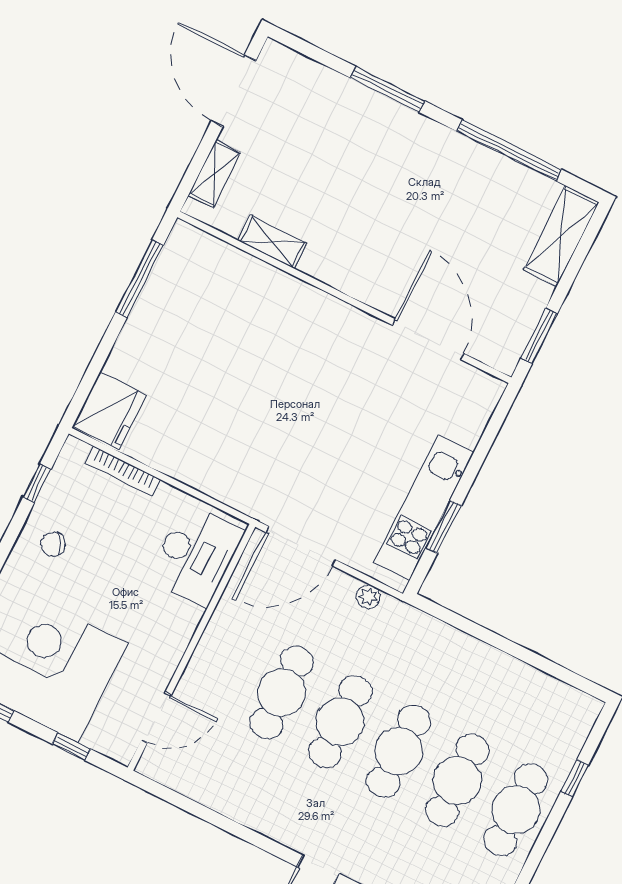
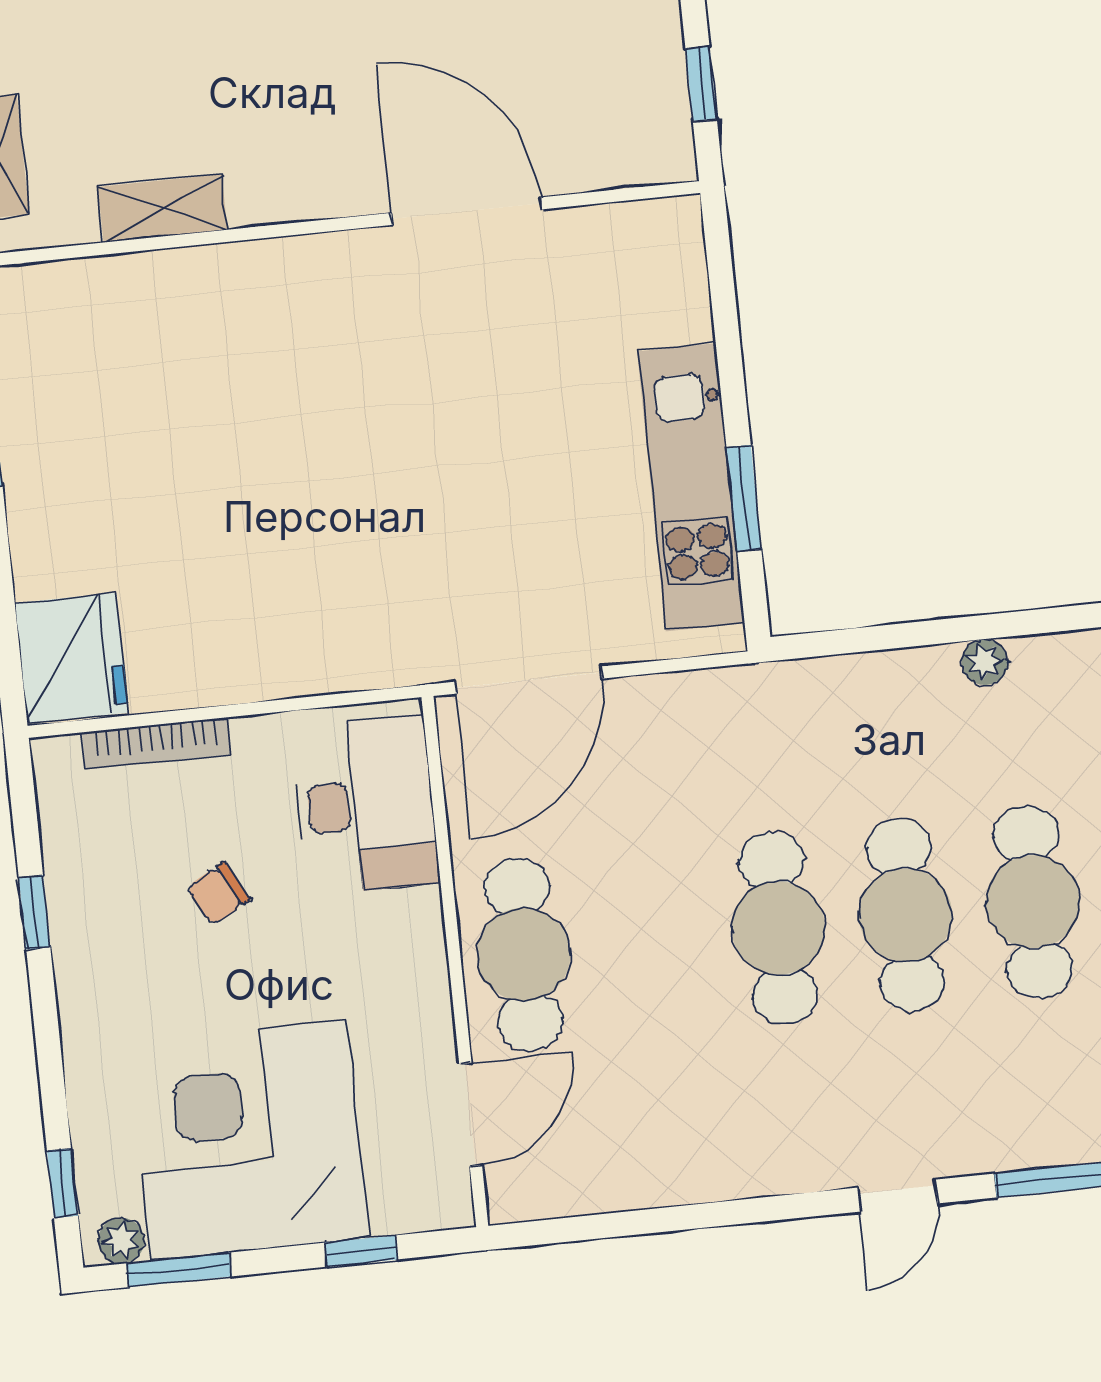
window: (539, 336) -> (701, 84), width x0.67
door: (428, 339) -> (466, 211), moved
window: (37, 483) -> (35, 912), moved
chair: (53, 544) -> (218, 894), moved
plant: (368, 597) -> (985, 662), moved
cafe table: (282, 692) -> (524, 954), moved

